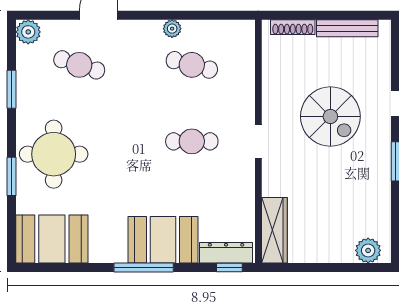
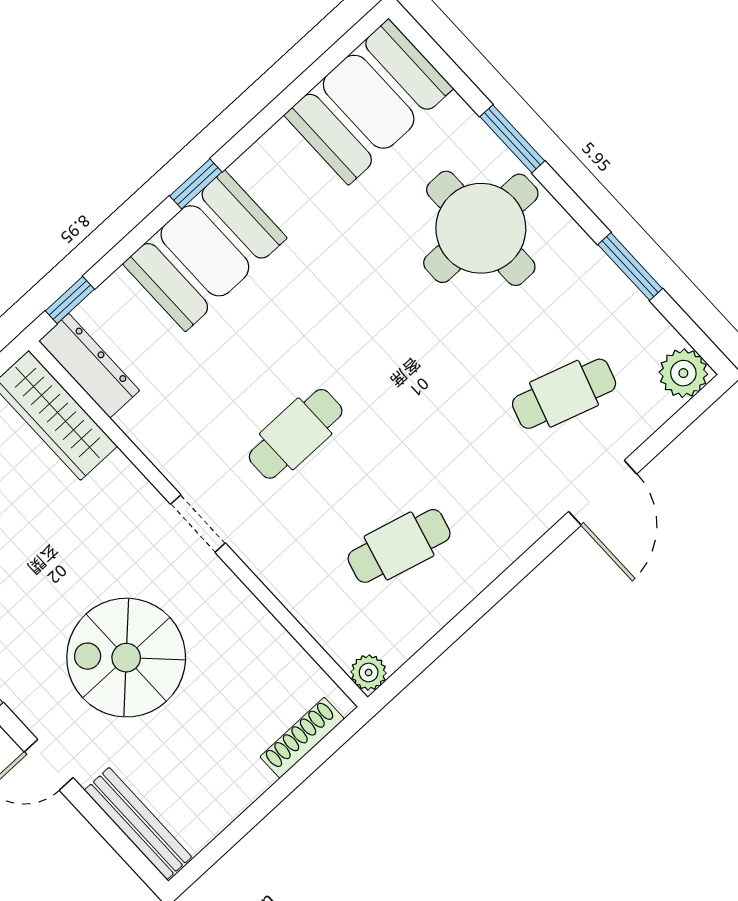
bench: (347, 28) -> (138, 824), moved, turned 90
plant: (172, 29) -> (369, 672), moved
dresser: (226, 253) -> (89, 366), moved, turned -90
window: (144, 268) -> (196, 184), width x0.46

